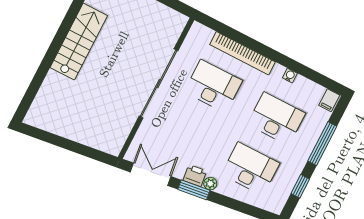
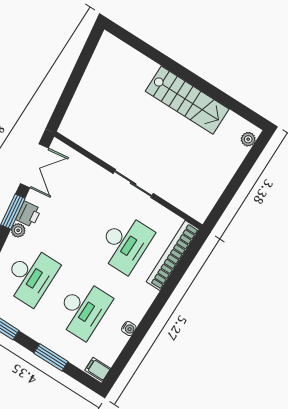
bookcase: (242, 53) -> (173, 255), moved
sliding door: (159, 83) -> (133, 184), width x0.54
window: (322, 144) -> (51, 357), width x0.69

